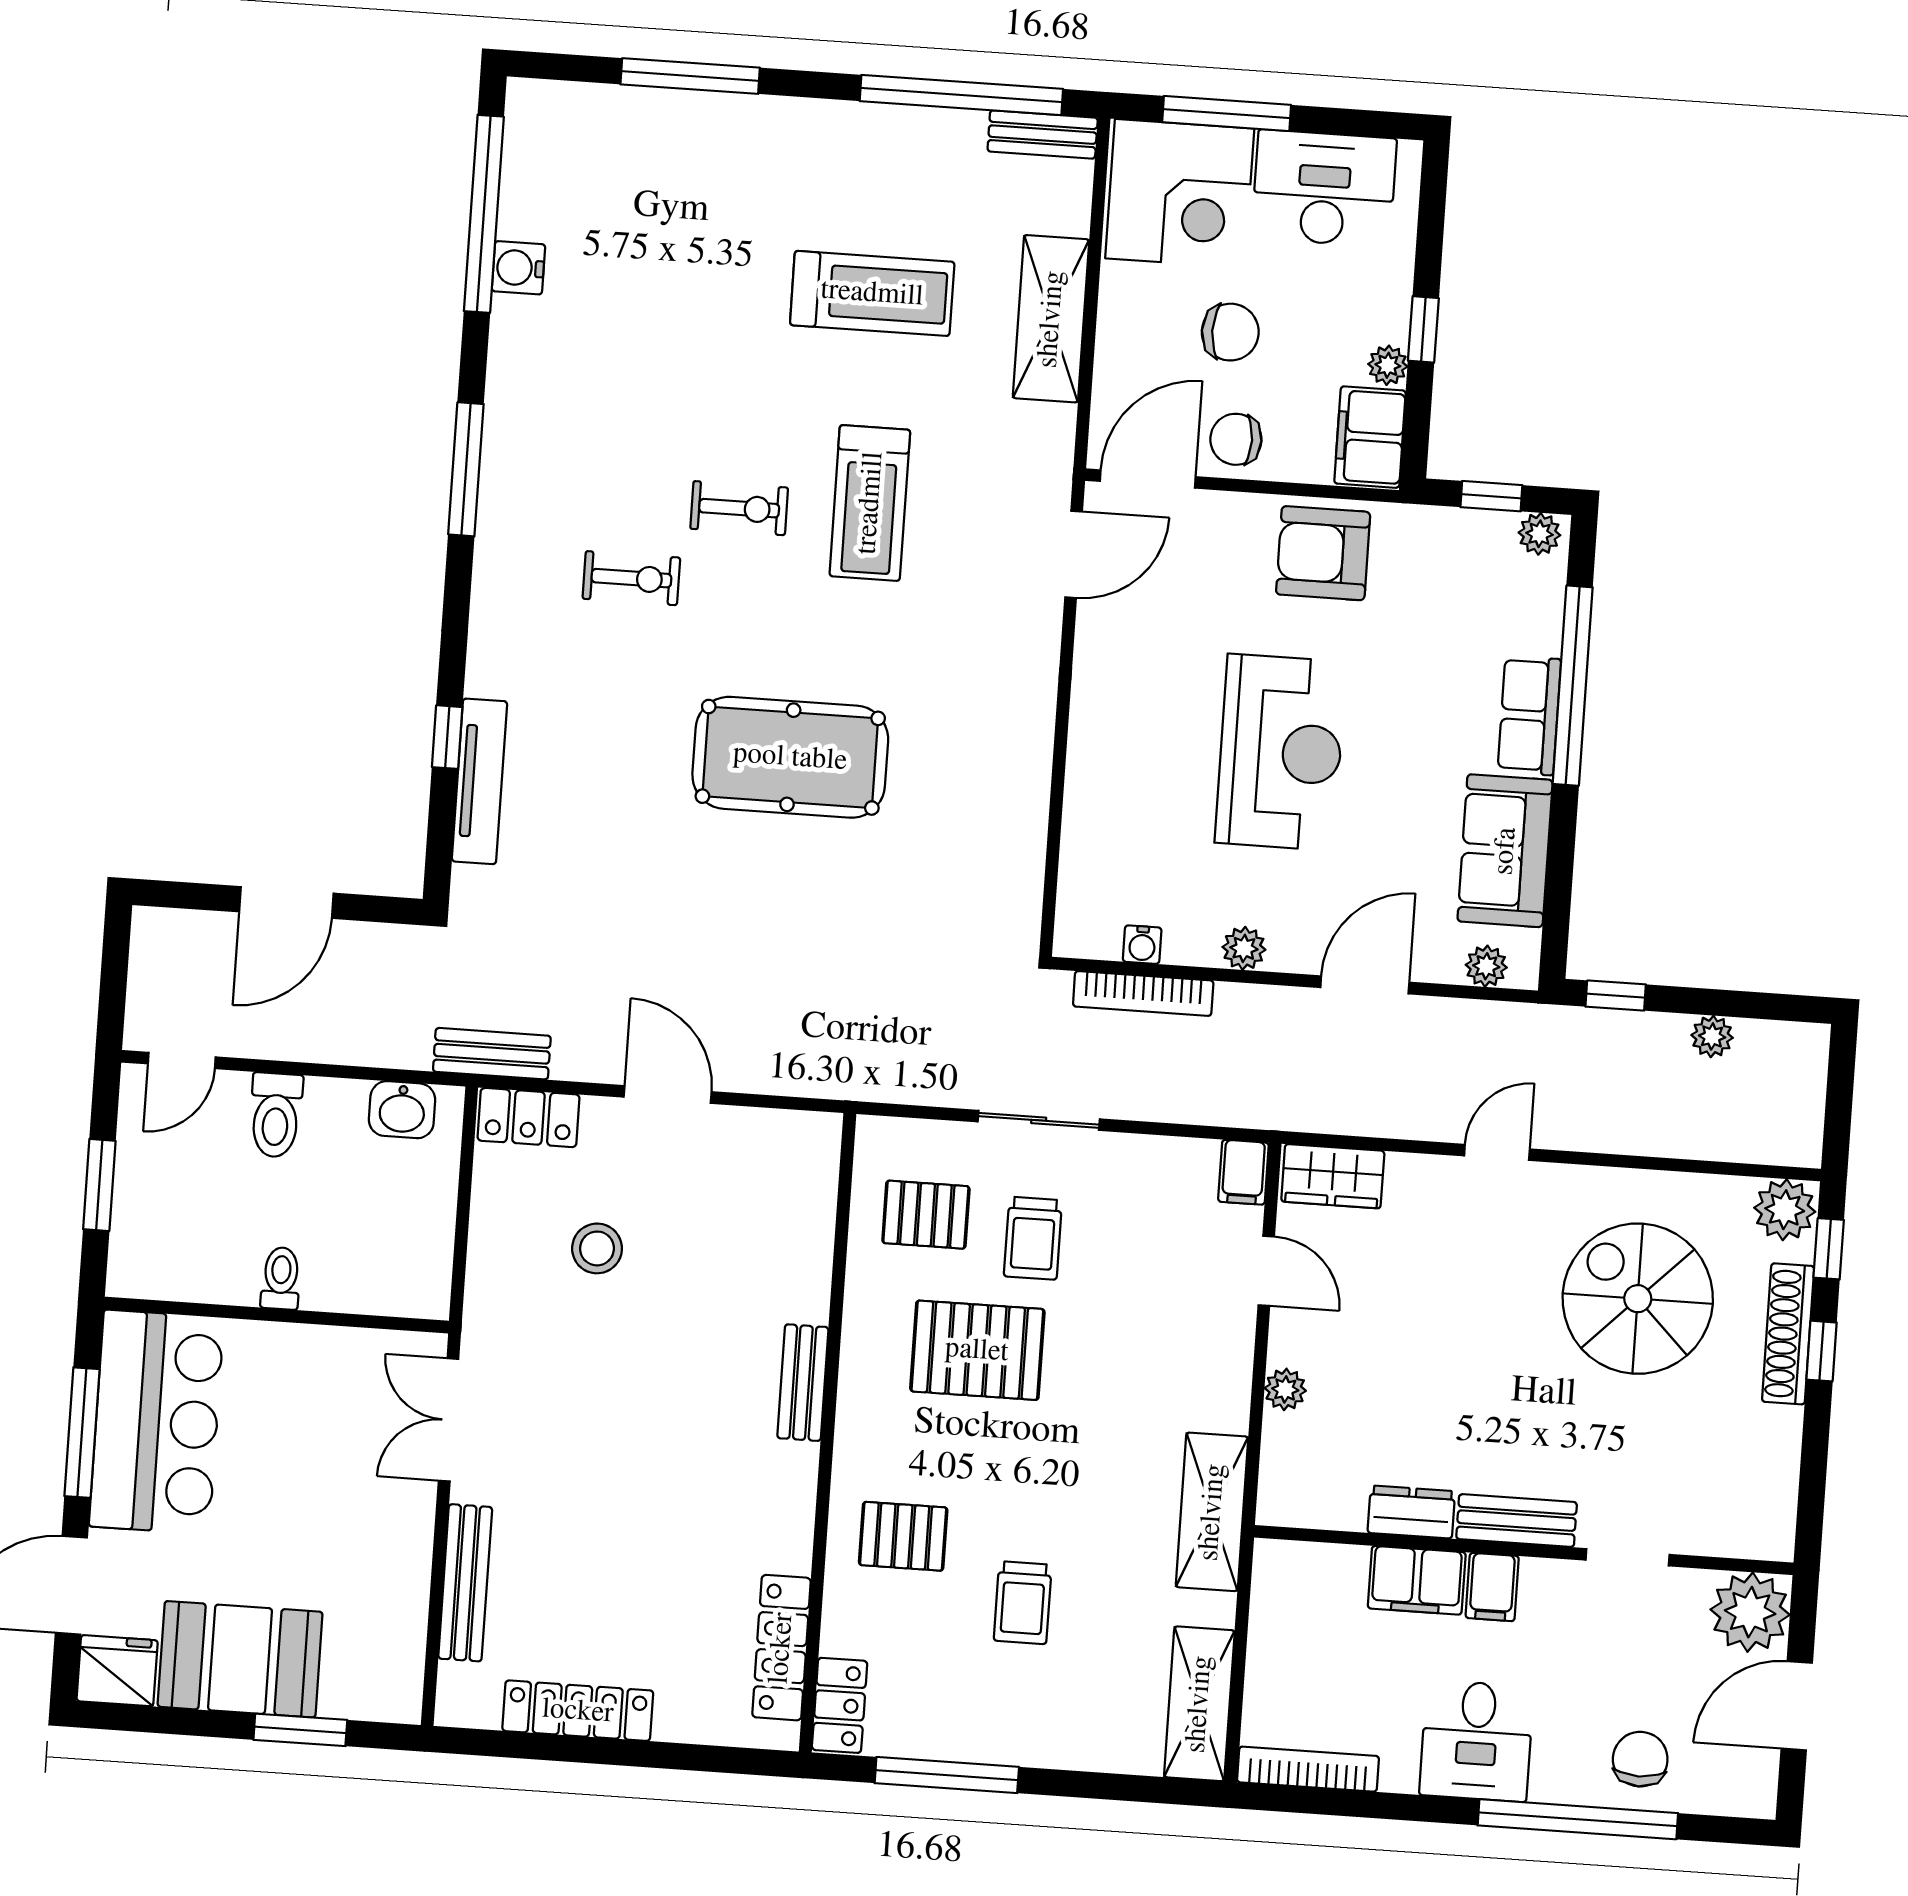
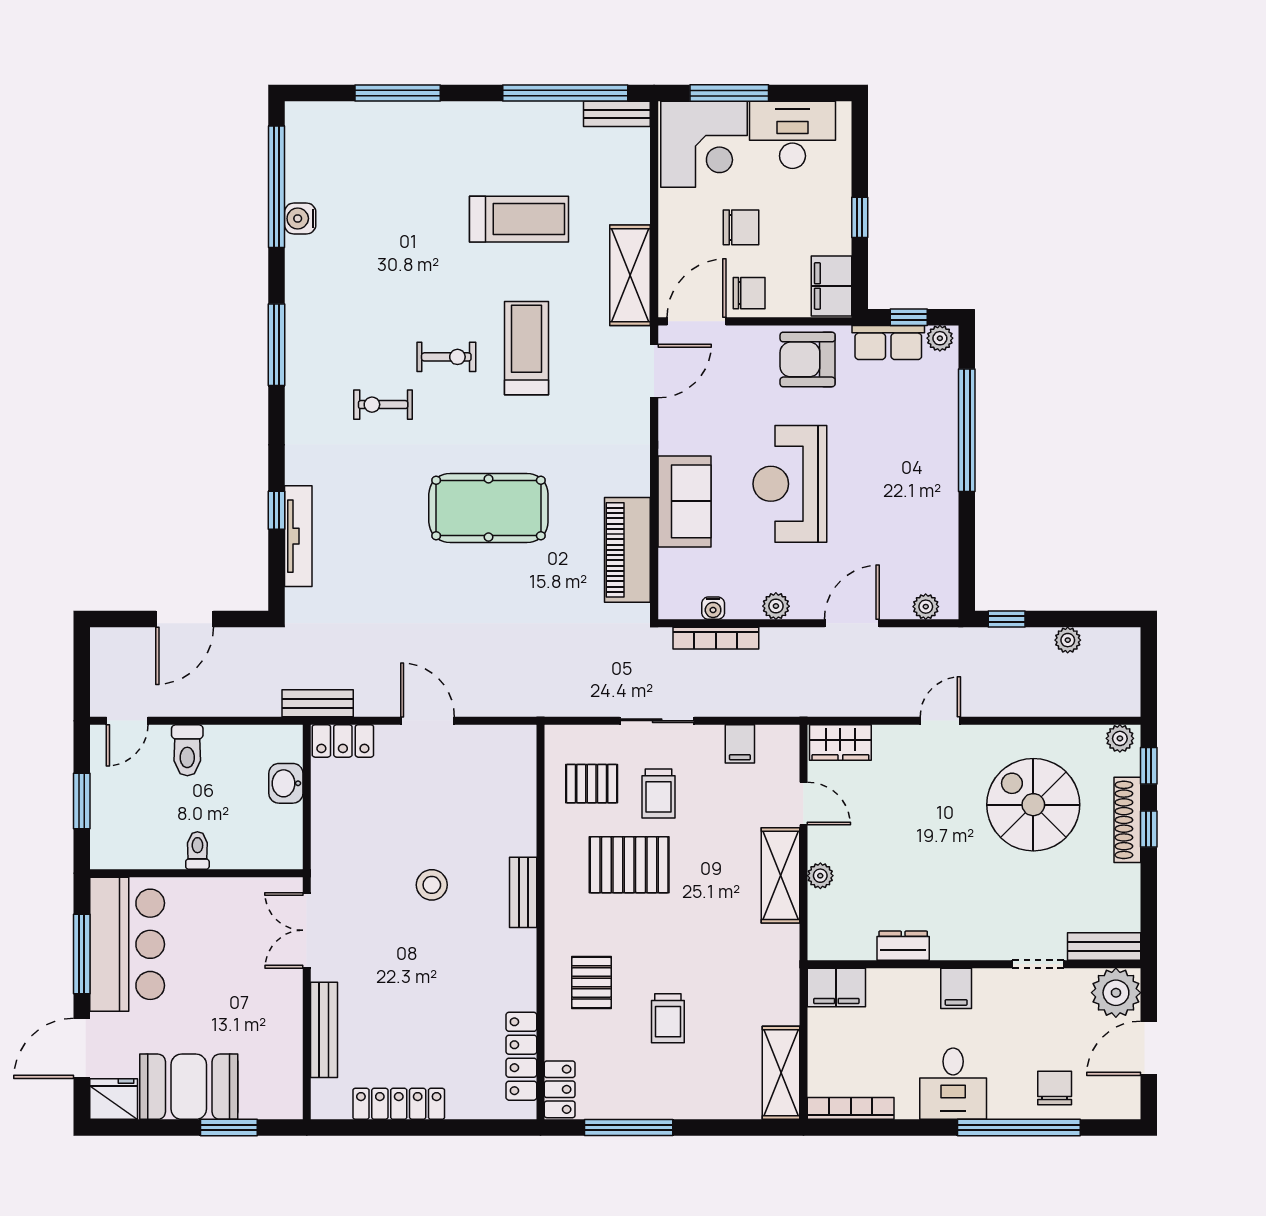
shelving: (1051, 319) -> (630, 275), moved
plant: (1388, 365) -> (839, 241), removed
chair: (1236, 439) -> (749, 293), turned 180
treadmill: (870, 503) -> (526, 348), turned 180
exercise bike: (631, 578) -> (383, 405), turned 180
row of seats: (1529, 715) -> (888, 342), moved, turned -90
reception desk: (1280, 752) -> (790, 484), turned 180
piano: (1010, 841) -> (627, 550), added
sofa: (1505, 851) -> (684, 501), moved, turned 180
washbasin: (402, 1110) -> (286, 783), moved, turned 90
filing cabinet: (1243, 1172) -> (740, 744), moved
plant: (1785, 1210) -> (1120, 738), width x0.73, depth x0.73
stool: (597, 1248) -> (432, 885), moved
shelving: (1212, 1512) -> (780, 875), moved
bench: (1517, 1521) -> (1104, 946), moved
pallet: (903, 1536) -> (591, 982), turned 90
filing cabinet: (1417, 1580) -> (836, 987), moved

